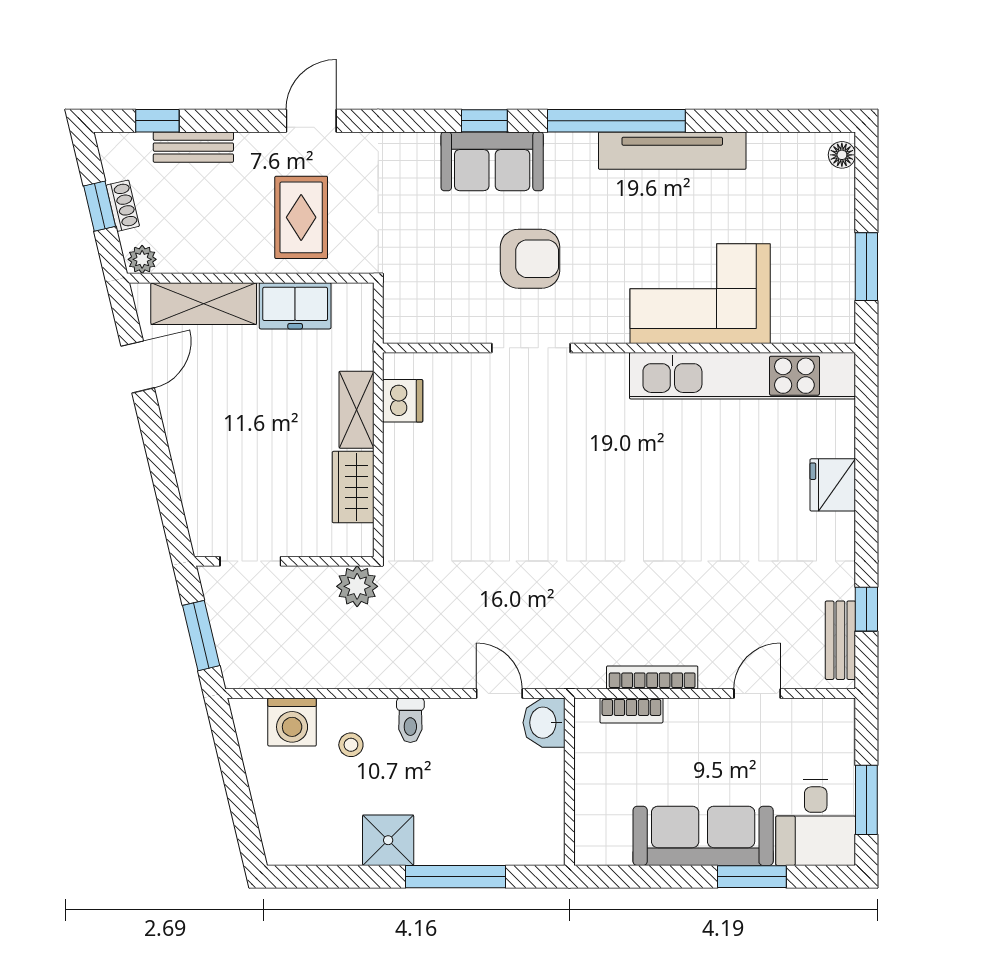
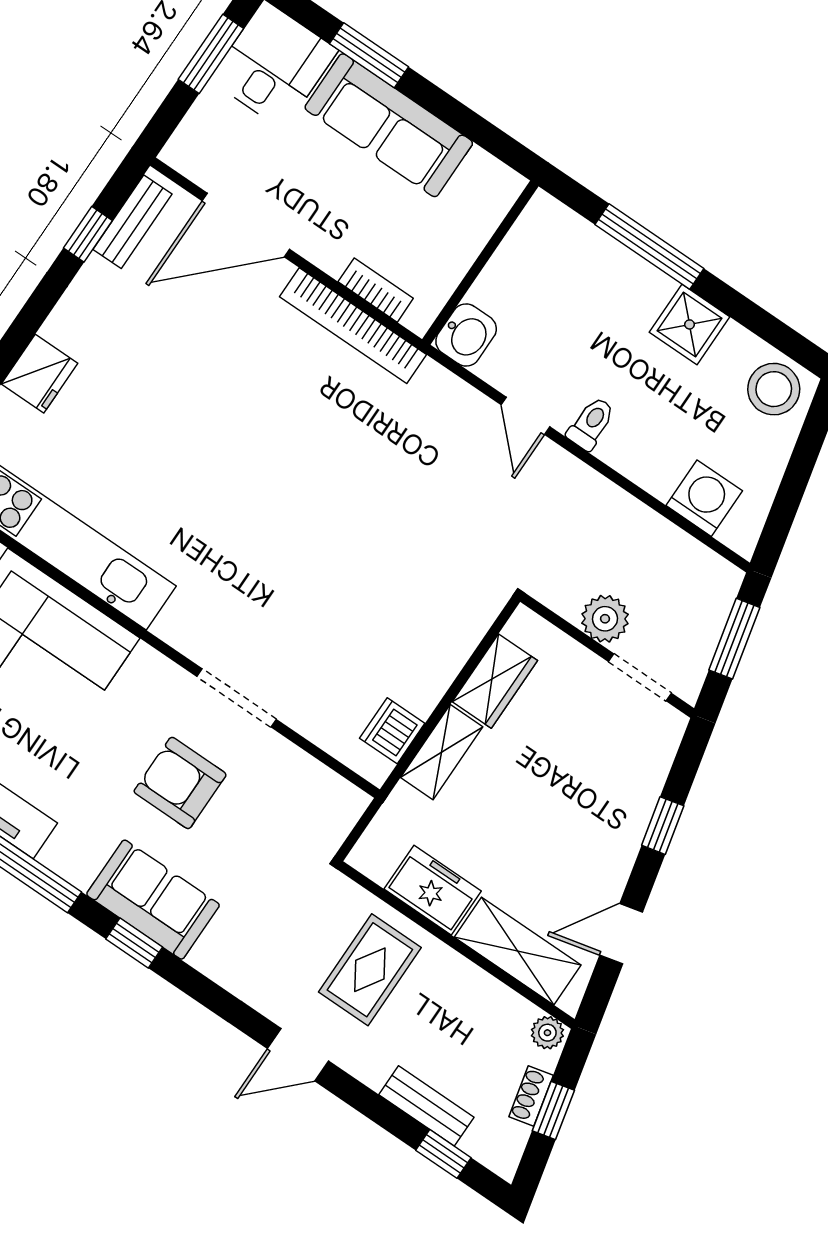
window: (161, 465) -> (663, 826), added
plant: (357, 586) -> (605, 619), moved
bookcase: (652, 677) -> (353, 326), width x1.48, depth x1.31
door: (499, 694) -> (525, 416), moved
door: (757, 694) -> (246, 225), width x1.87
stool: (351, 745) -> (774, 389), moved, width x1.89, depth x1.89

